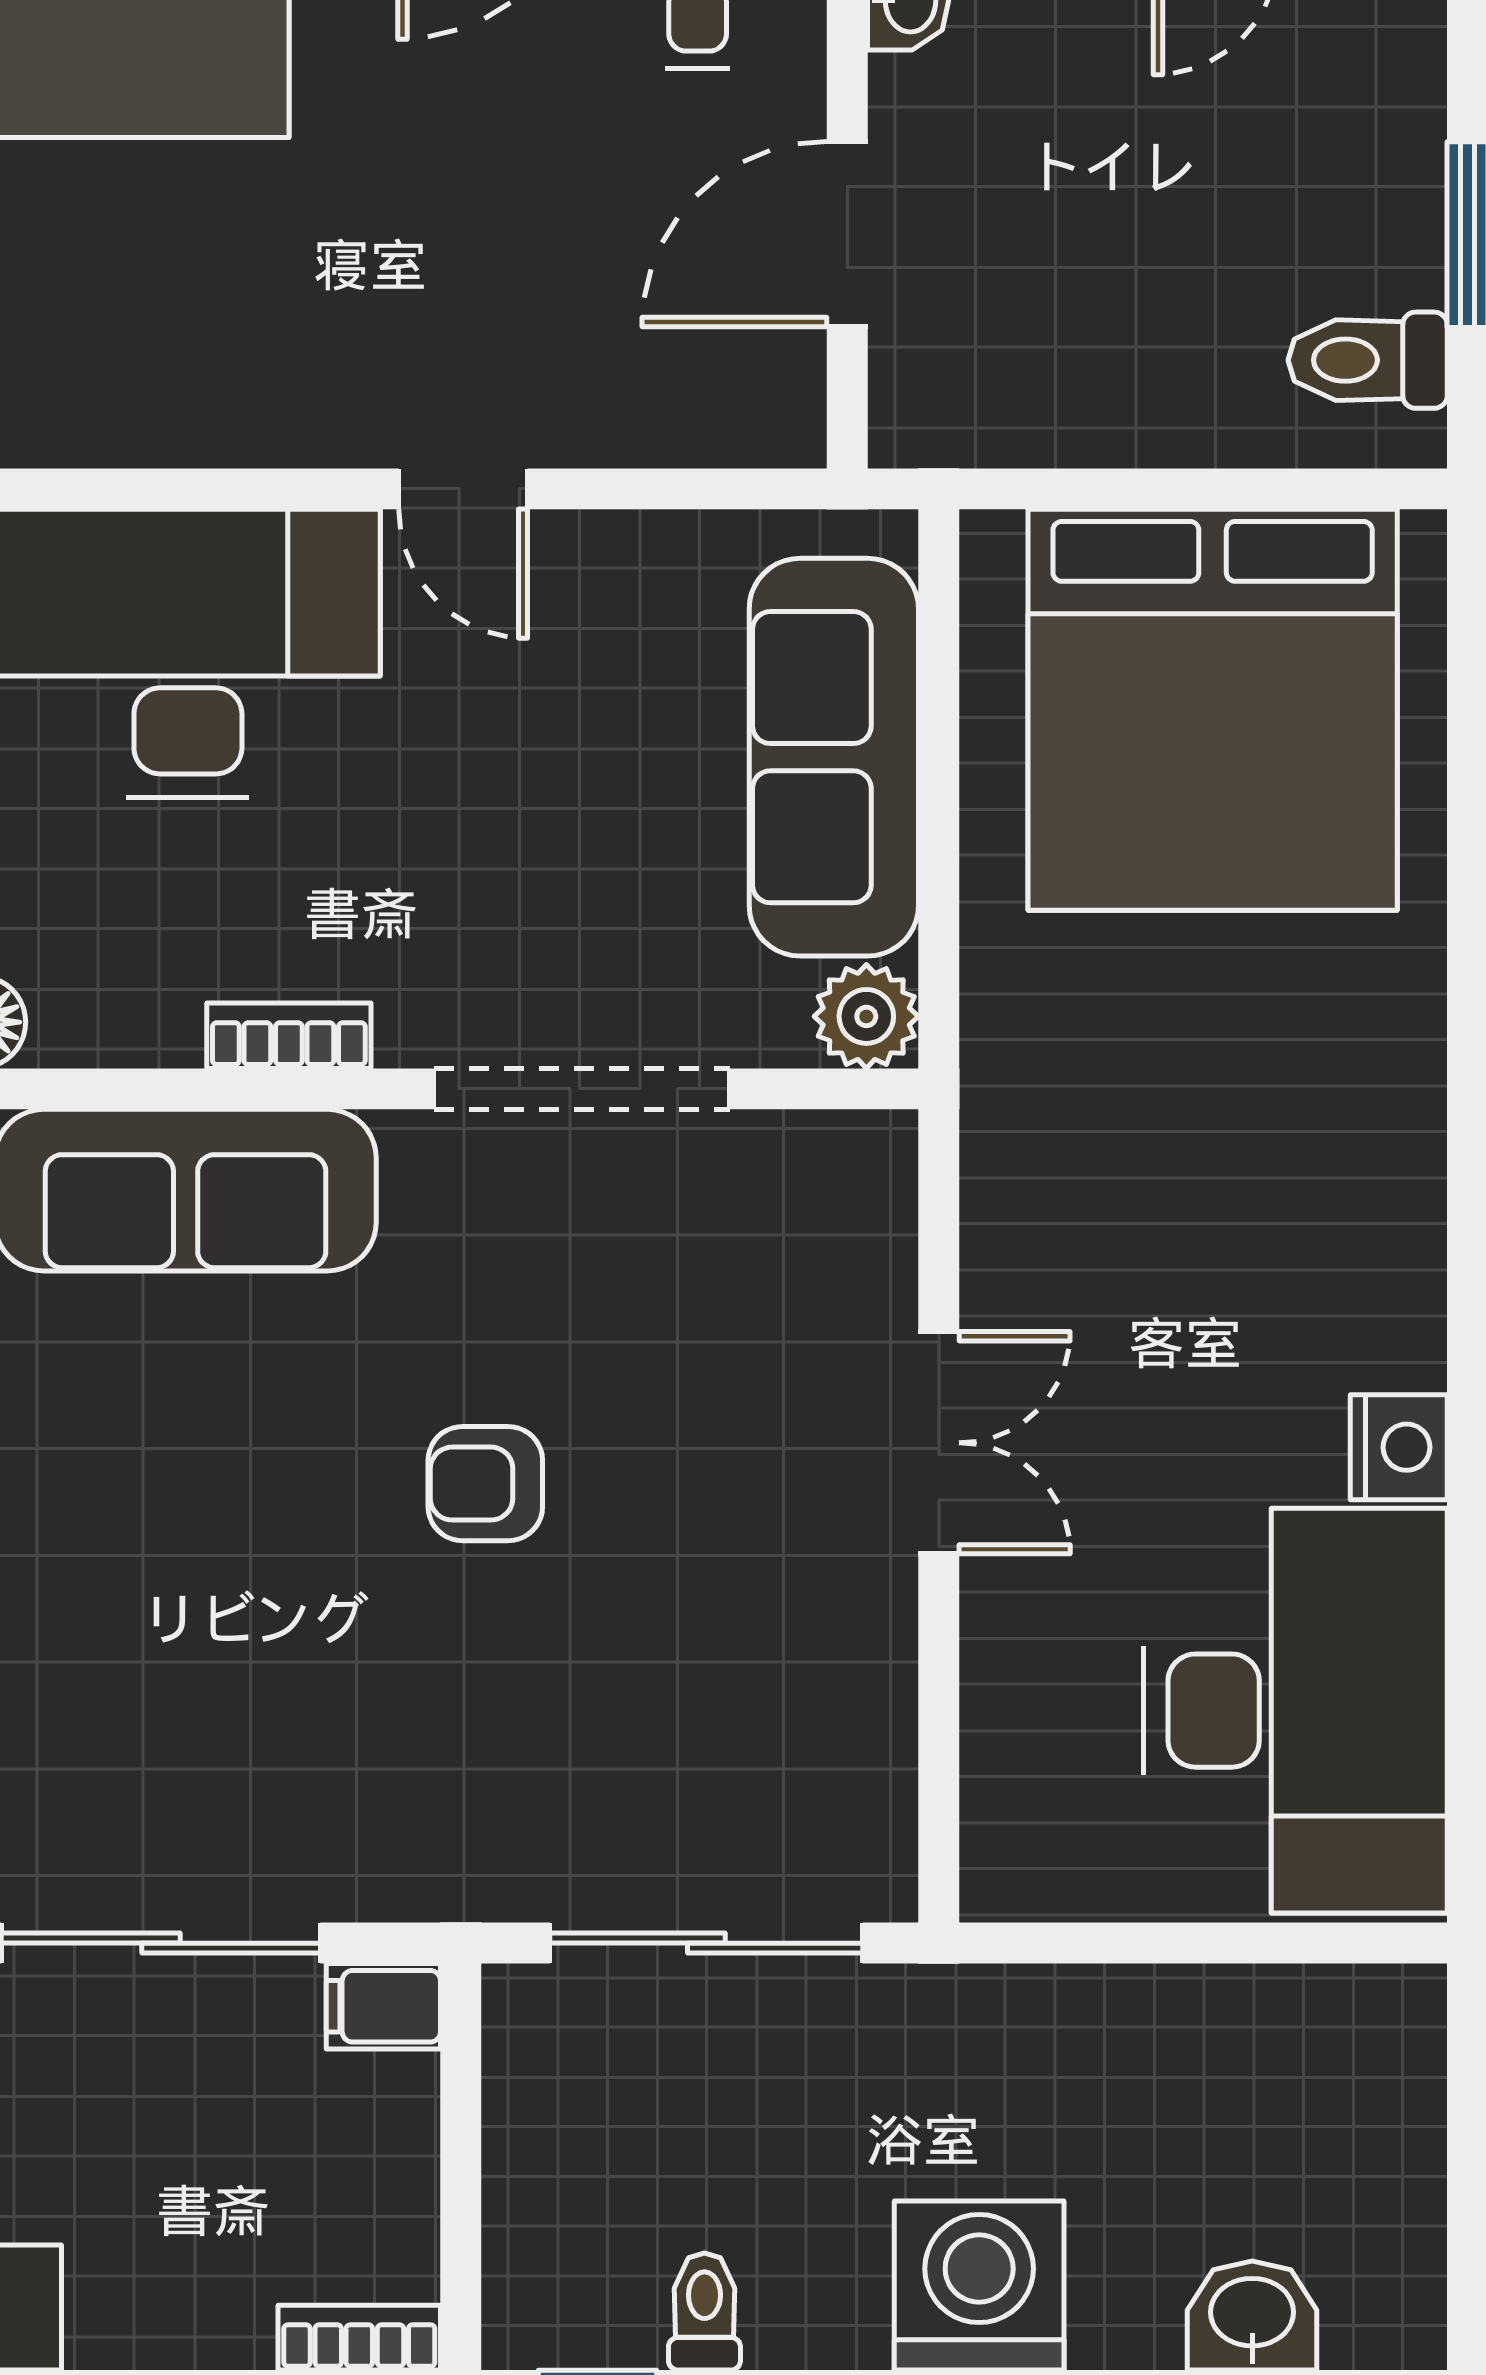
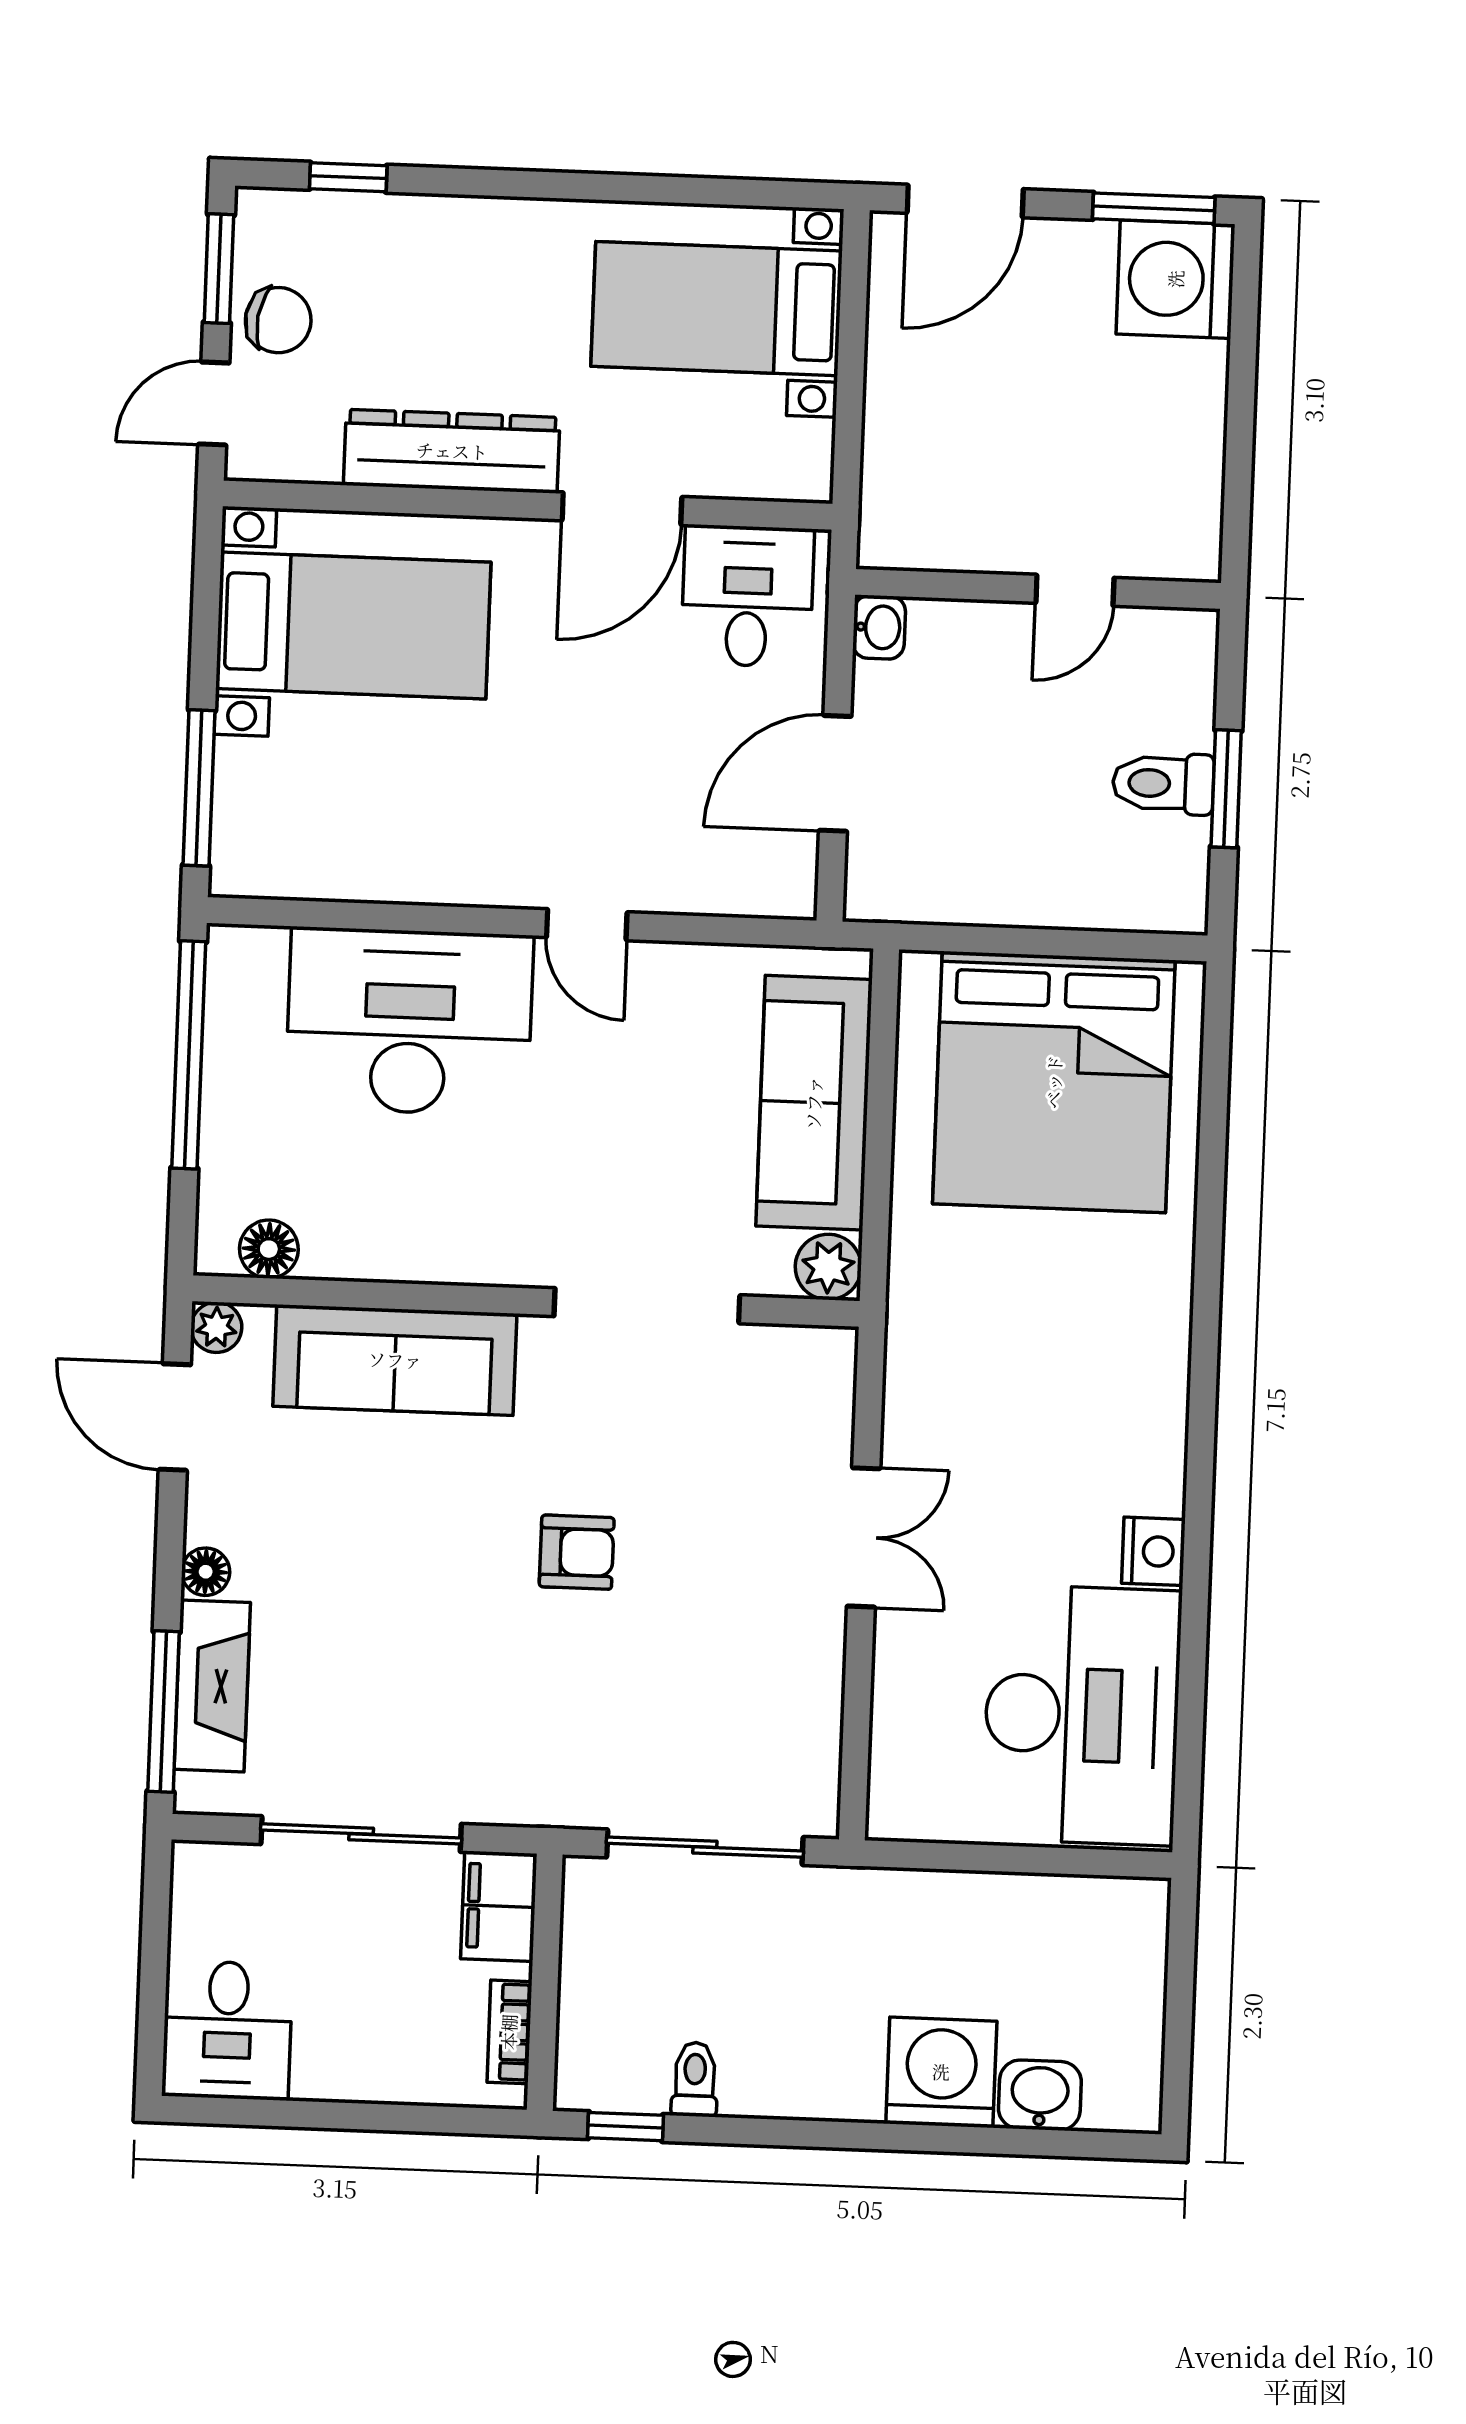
toilet: (1368, 360) -> (1163, 783), moved
bookcase: (289, 1036) -> (464, 1265), removed
armchair: (485, 1484) -> (577, 1552), turned 180
filing cabinet: (383, 2006) -> (499, 1906), width x2.00
washing machine: (979, 2285) -> (941, 2072), moved
bookcase: (359, 2338) -> (509, 2032), moved, turned -90

